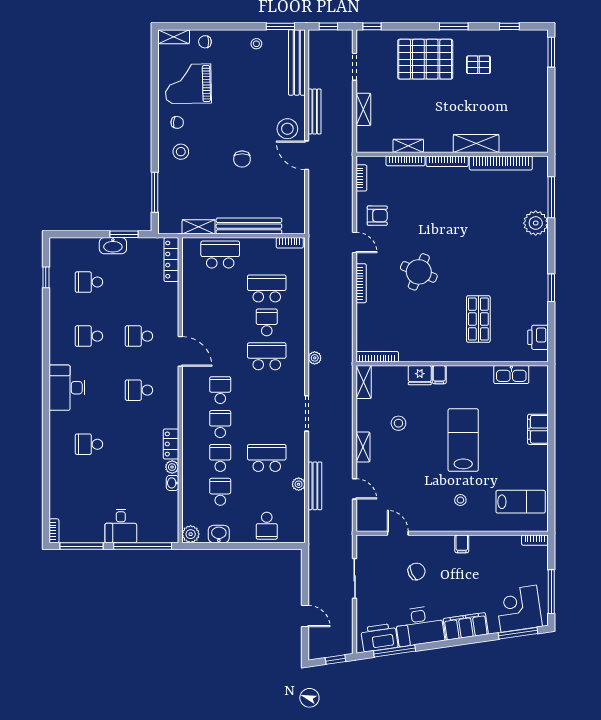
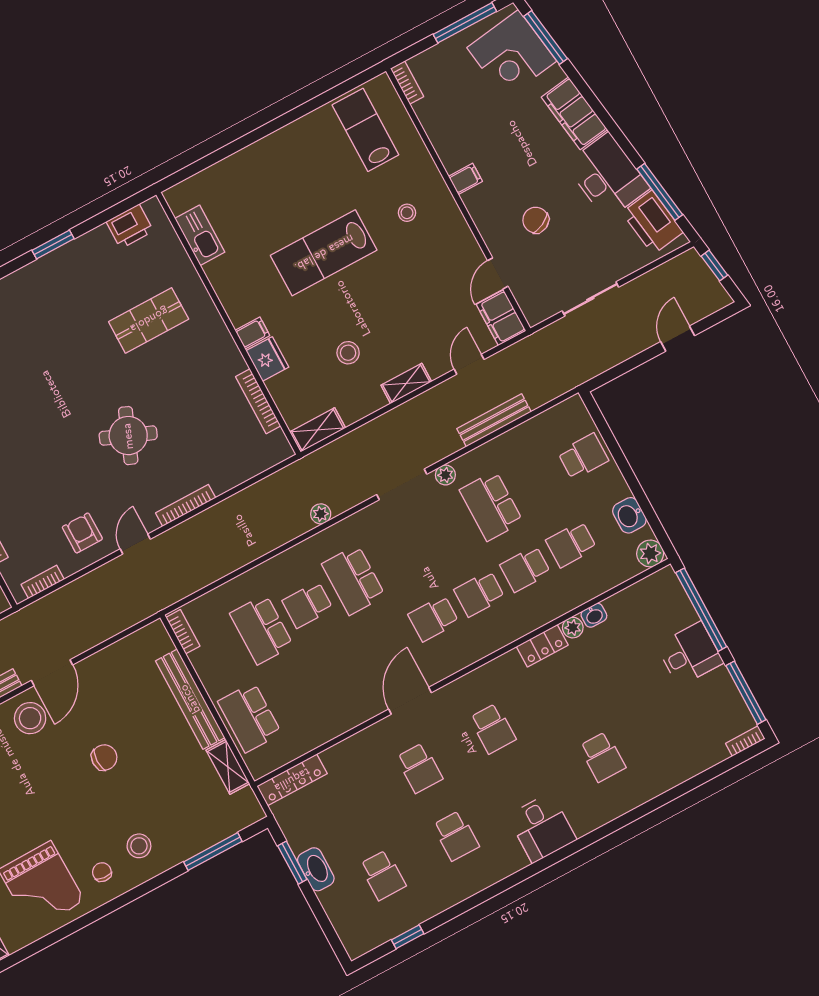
bookcase: (377, 357) -> (258, 401), moved
desk: (67, 388) -> (542, 828), width x0.73
filing cabinet: (538, 429) -> (501, 318), moved, turned 90
plant: (299, 484) -> (445, 475), moved

